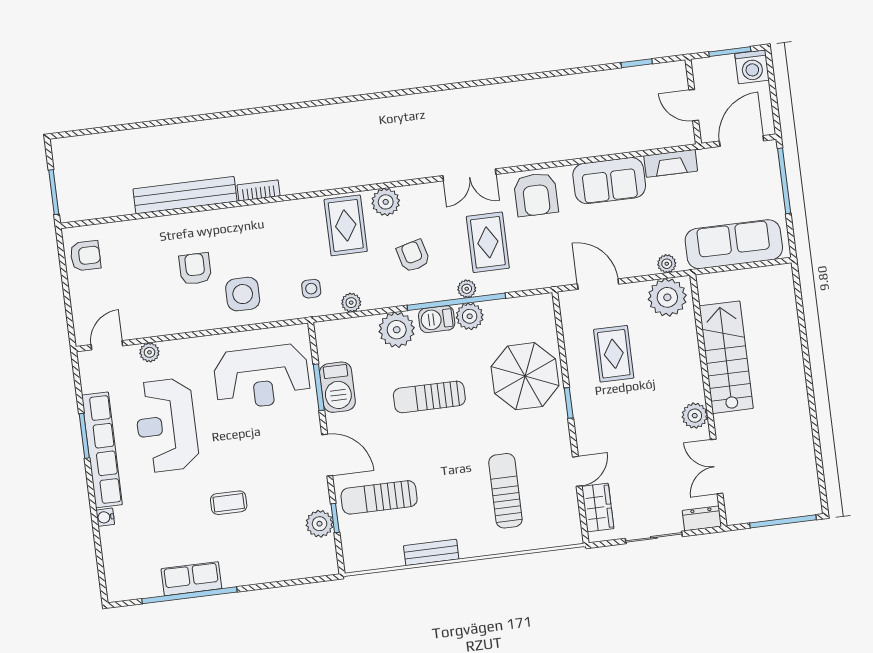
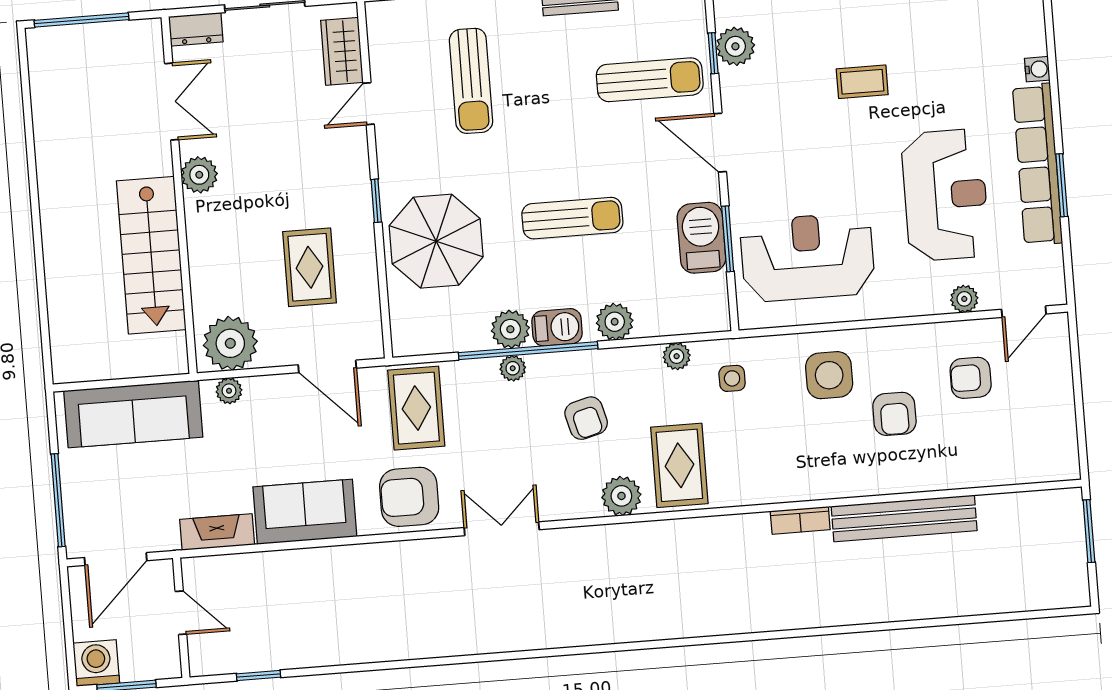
armchair: (536, 194) -> (409, 497), turned -90
rug: (488, 242) -> (416, 408), moved
armchair: (85, 256) -> (971, 378), moved
plant: (397, 330) -> (615, 322), width x0.73, depth x0.73

